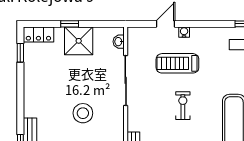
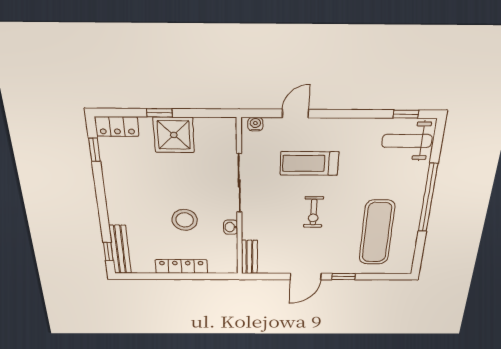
water cooler: (184, 32) -> (255, 124), moved
washbasin: (119, 42) -> (231, 227), moved
exercise bike: (183, 106) -> (314, 212), turned 180

